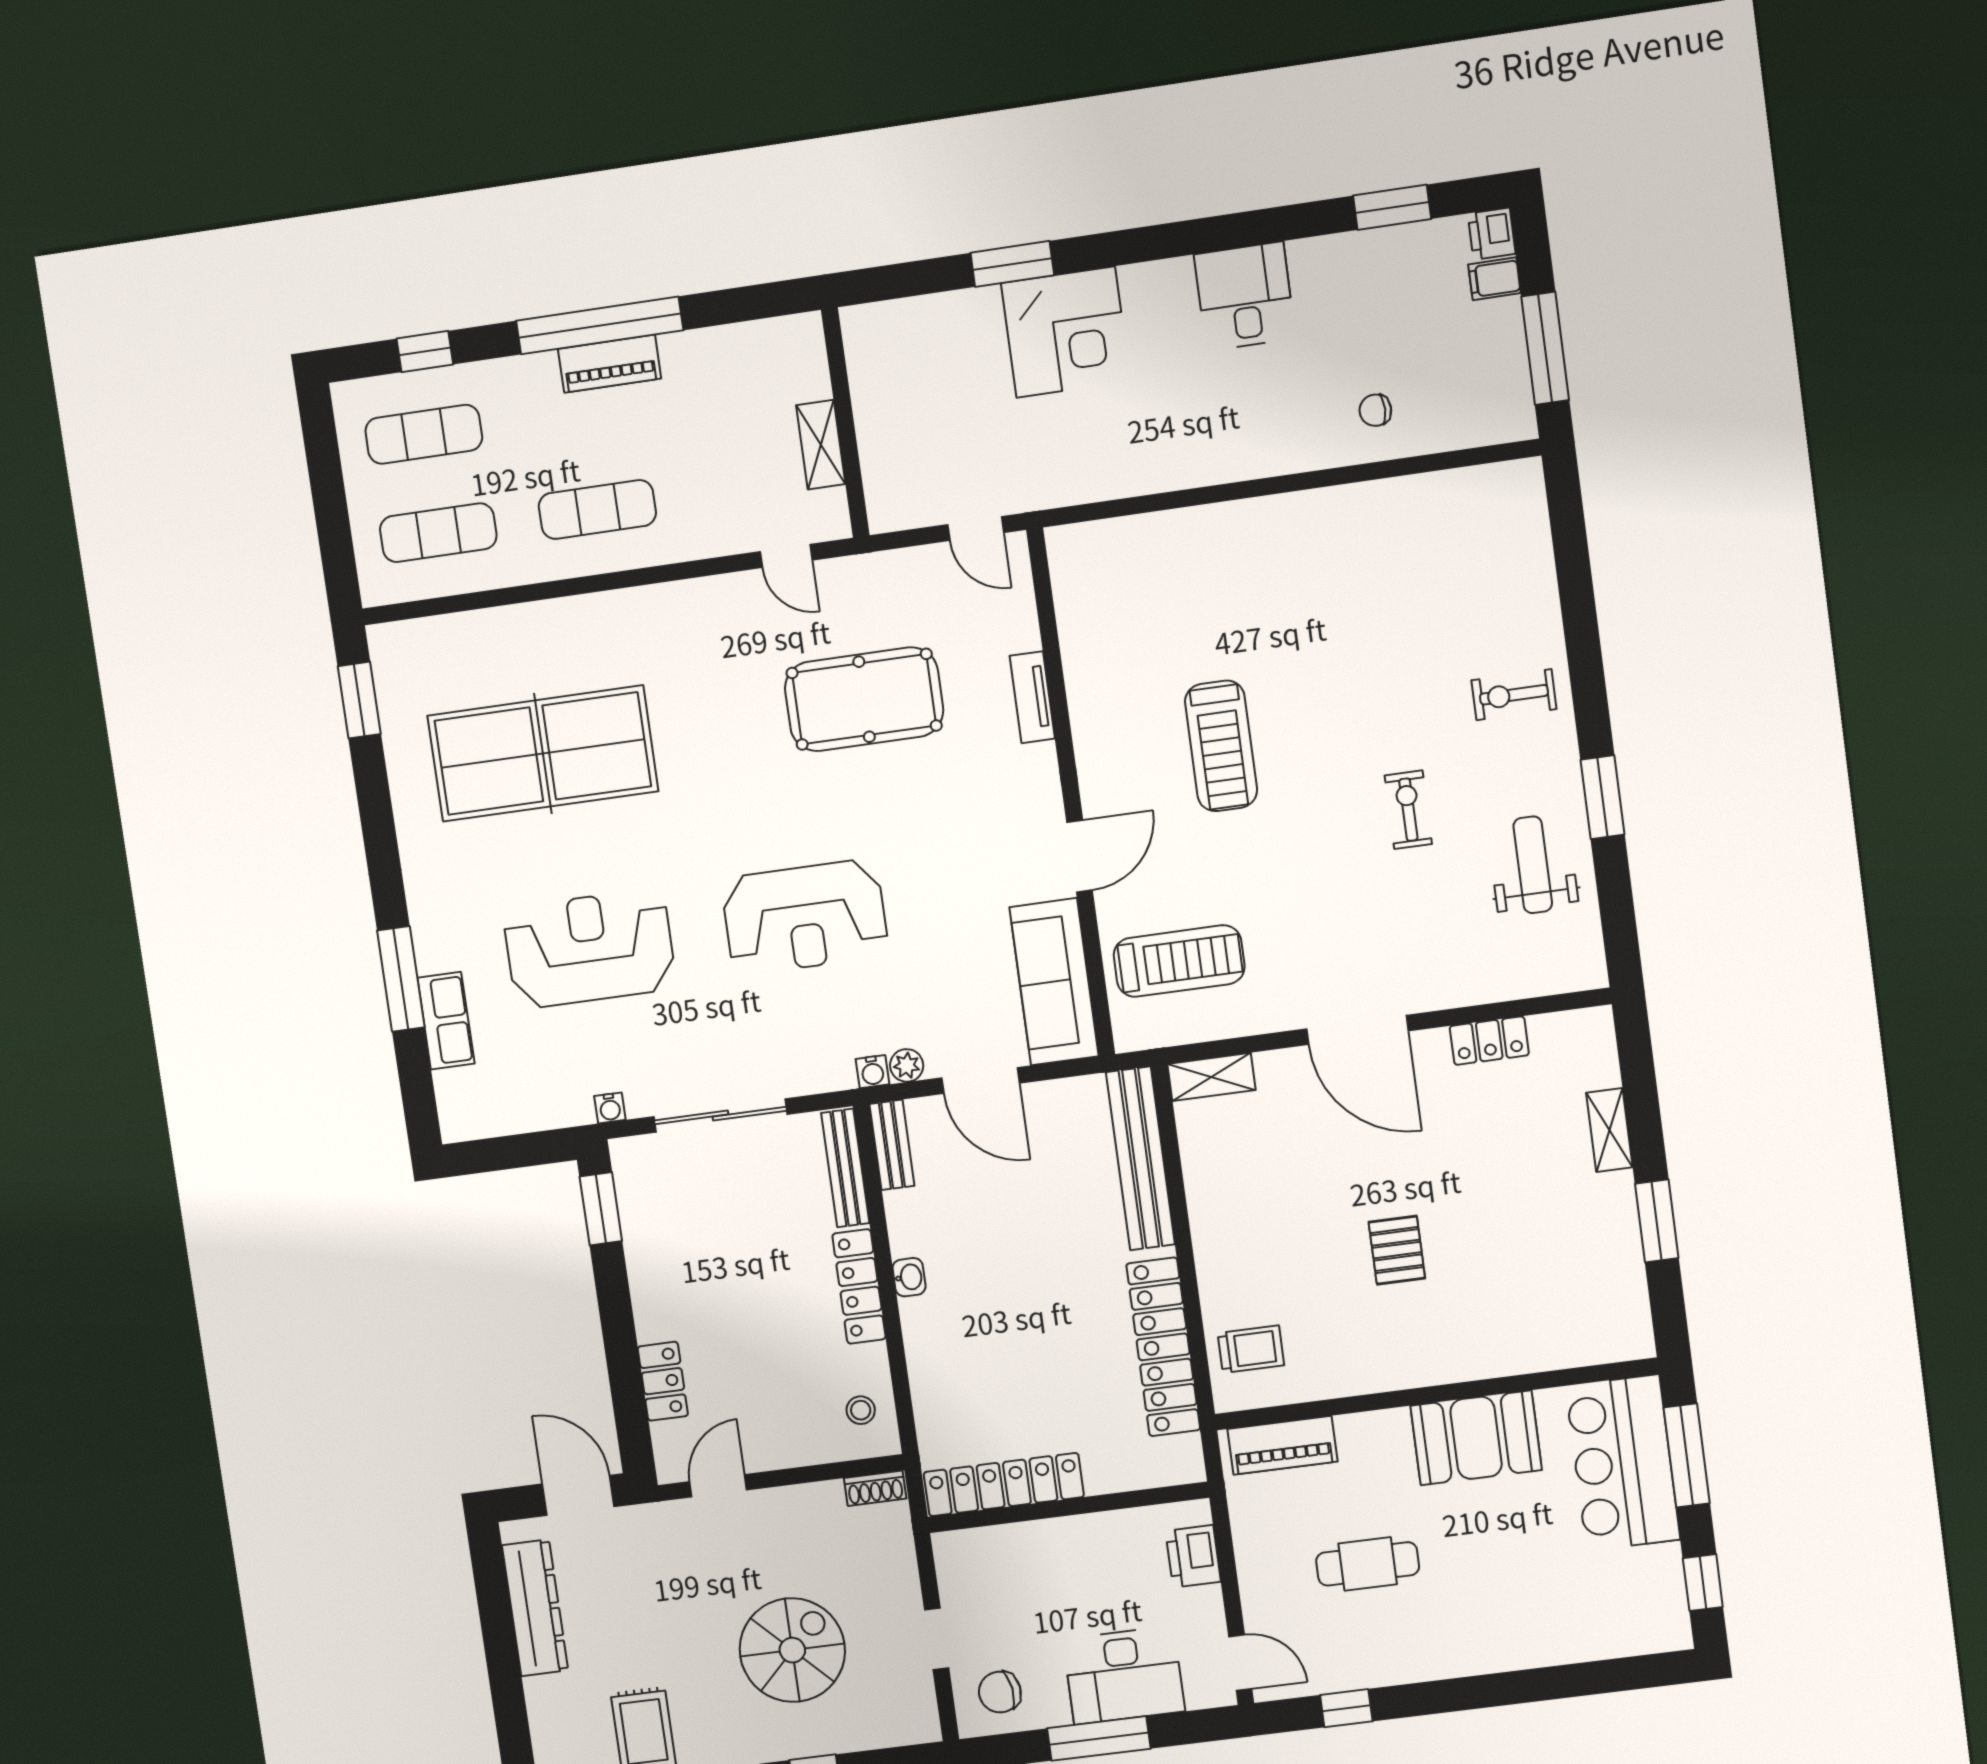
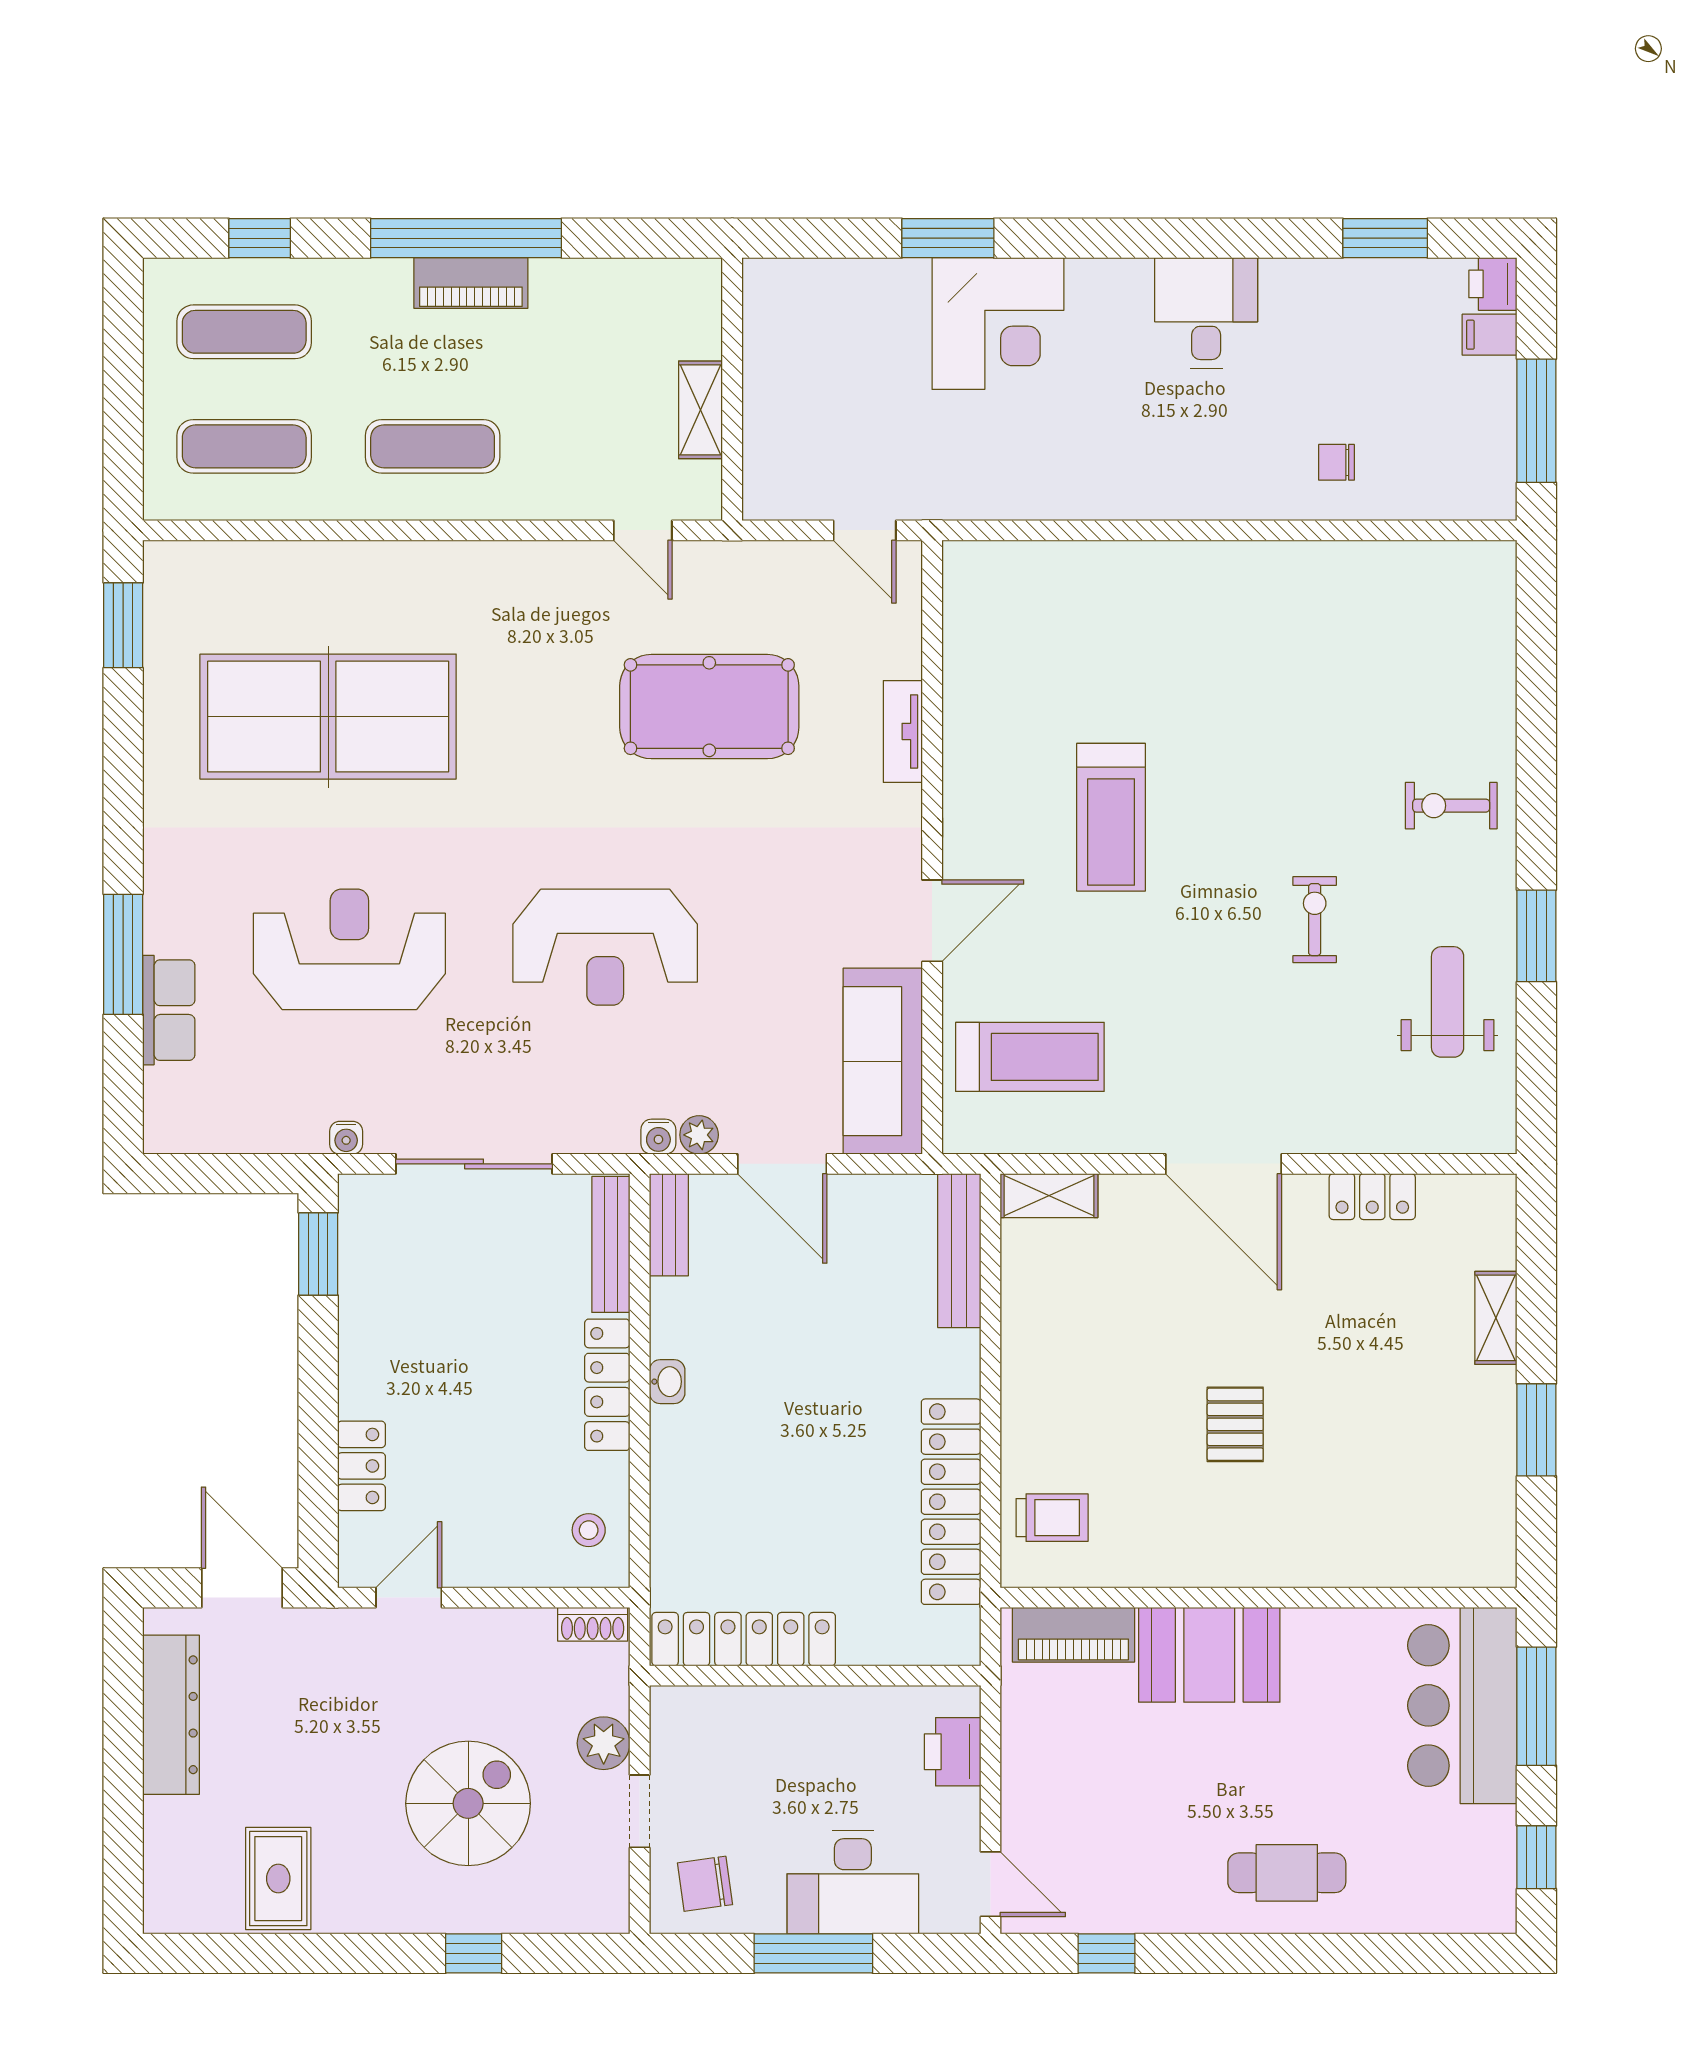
bench: (1141, 1158) -> (959, 1251), width x0.73, depth x0.82
booth: (1476, 1438) -> (1209, 1655), moved
cafe table: (1368, 1564) -> (1287, 1873), moved
plant: (898, 1586) -> (604, 1743), added

